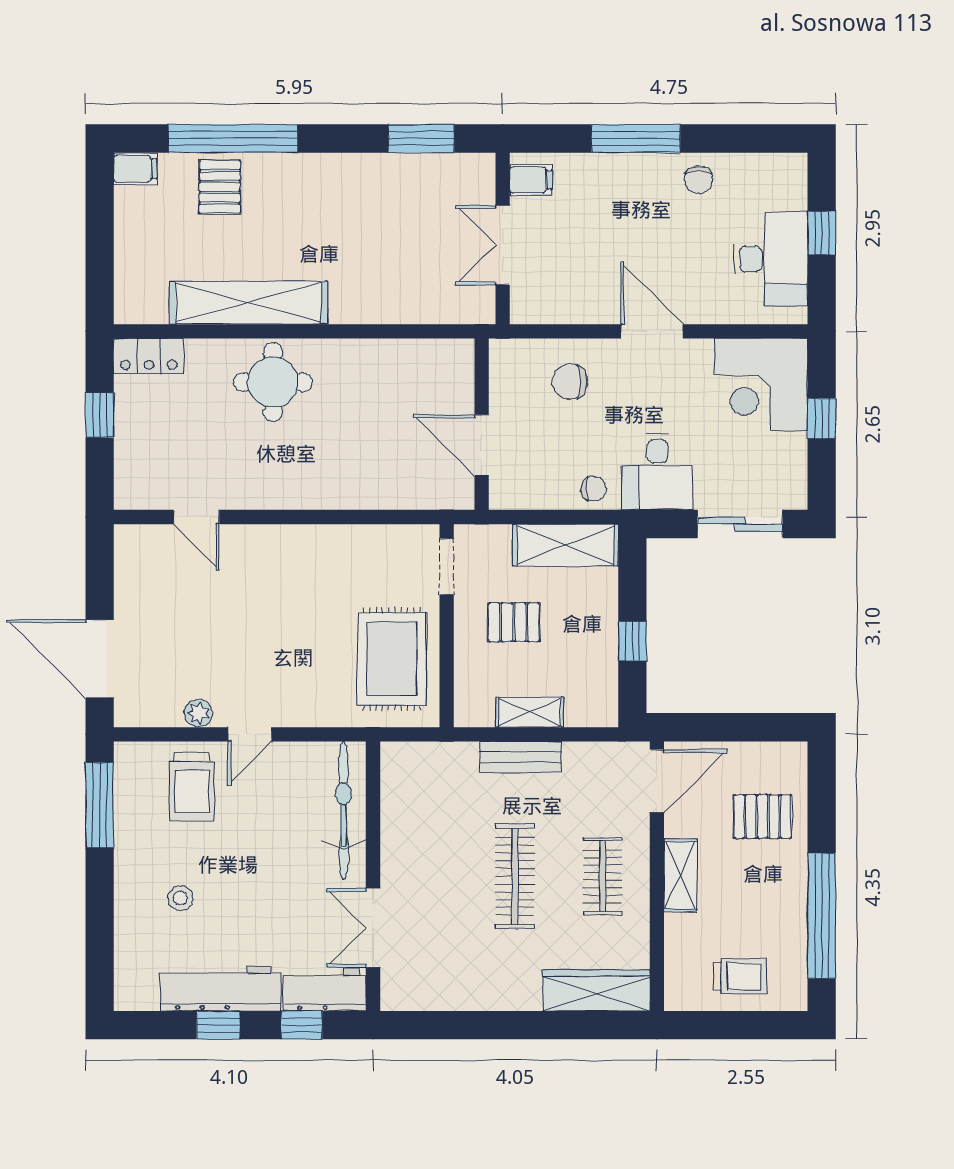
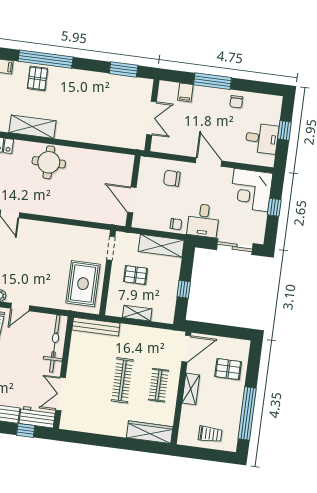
filing cabinet: (531, 180) -> (185, 92), moved, turned 90
double door: (503, 245) -> (152, 118), swing flipped
desk: (771, 259) -> (262, 138), width x0.73
shelving: (248, 303) -> (33, 127), width x0.68
bench: (521, 757) -> (96, 327), moved, width x1.36

